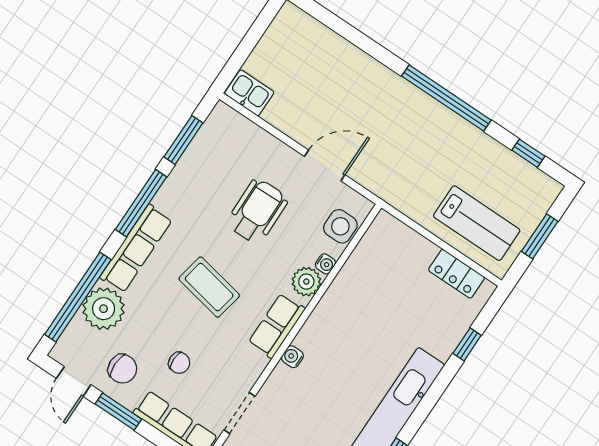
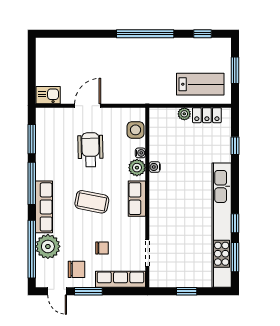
door: (325, 166) -> (88, 106), moved
plant: (425, 250) -> (184, 114), added
water cooler: (292, 357) -> (155, 167), moved

